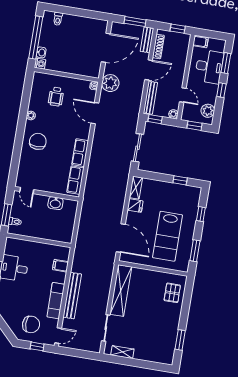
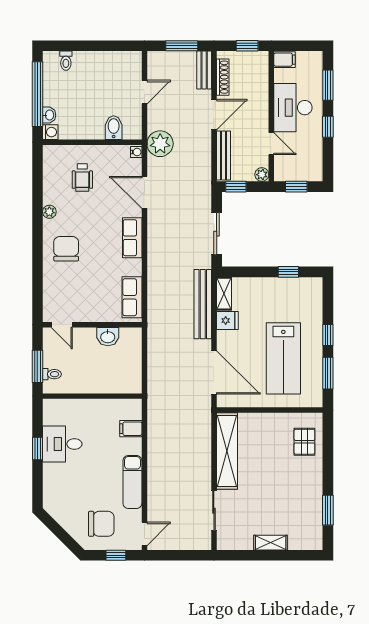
door: (106, 48) -> (144, 92), width x0.53
desk: (209, 67) -> (293, 108), moved, turned 180
bidet: (82, 68) -> (114, 128), added
plant: (208, 111) -> (313, 161), removed
row of seats: (80, 153) -> (132, 238), moved
window: (201, 214) -> (328, 335), moved
bench: (72, 296) -> (203, 304), moved
shelving: (122, 352) -> (271, 543), moved

